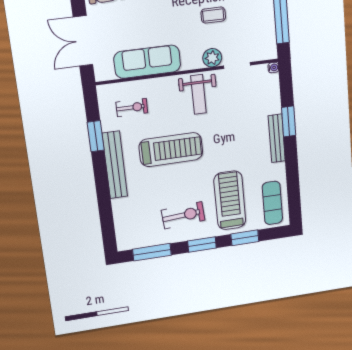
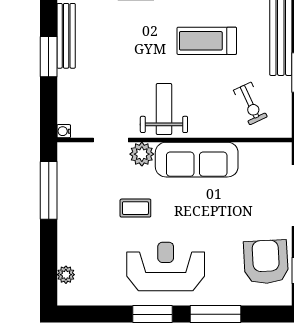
sofa: (147, 62) -> (197, 160), moved
exercise bike: (132, 107) -> (250, 104), turned -115
treadmill: (171, 150) -> (207, 41), width x0.73, depth x0.73

